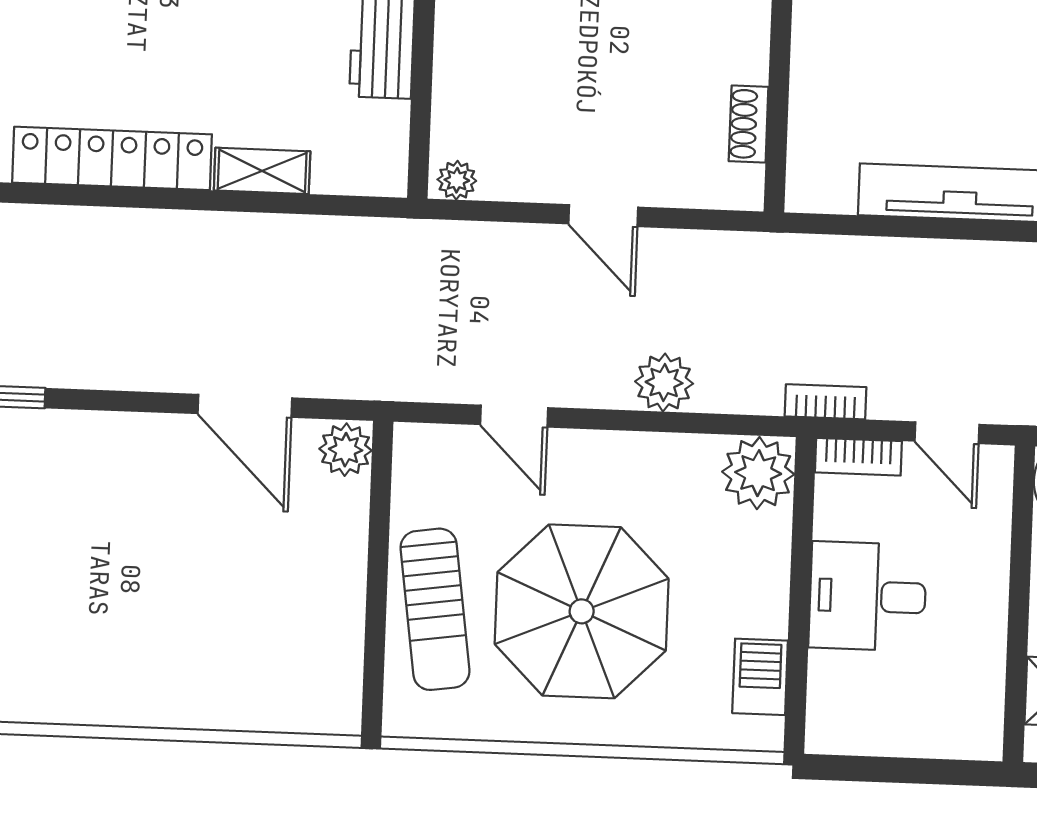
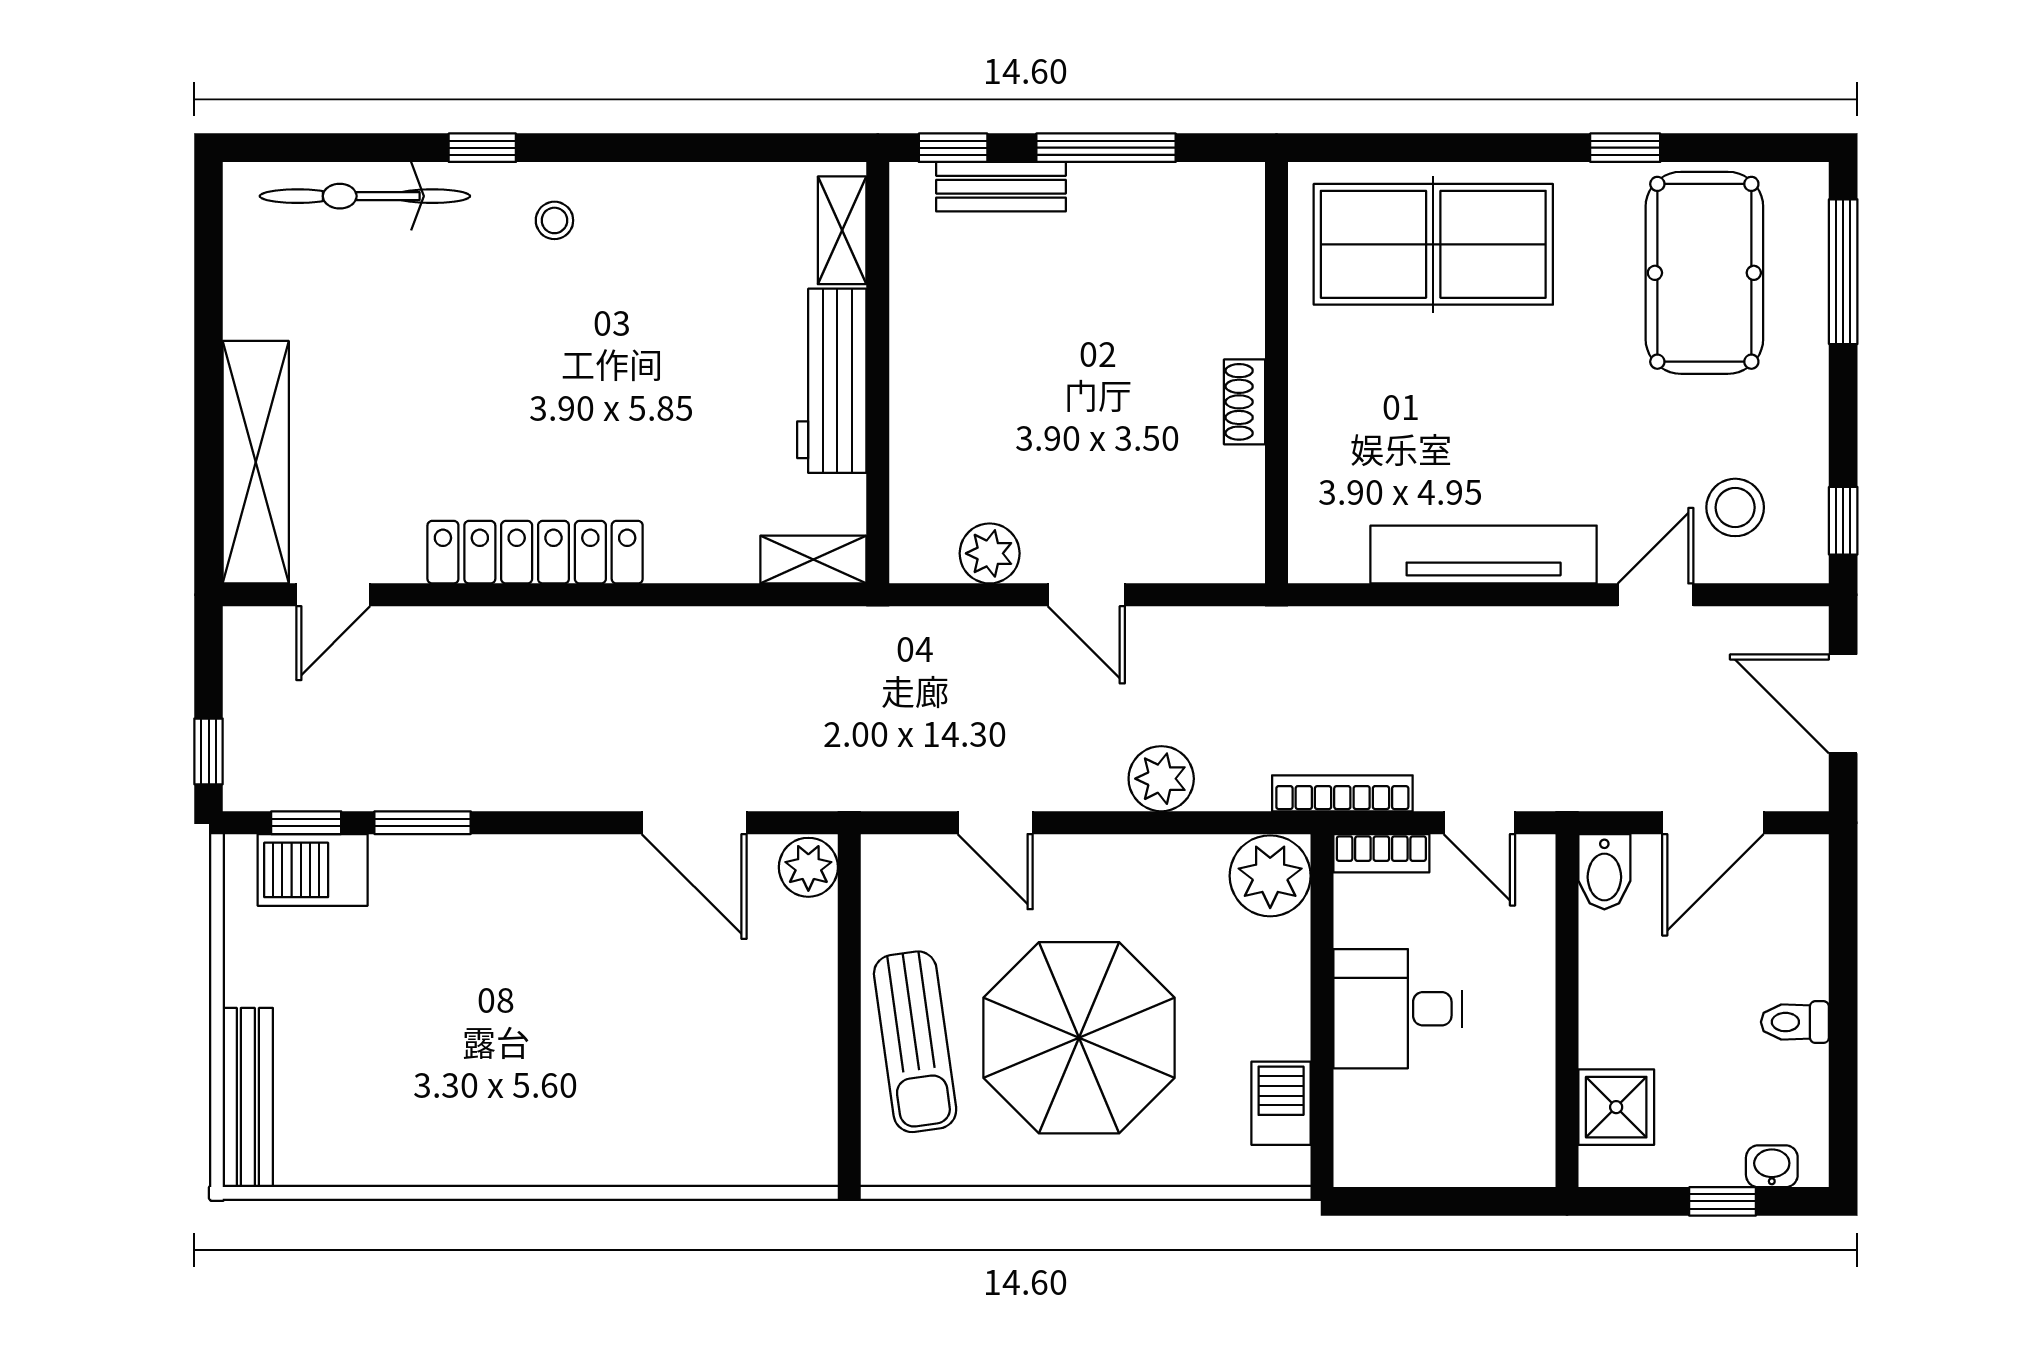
shoe rack: (749, 124) -> (1244, 402), moved
shelving: (262, 171) -> (813, 560), moved
plant: (457, 180) -> (990, 553), moved, width x1.38, depth x1.38
bookcase: (826, 402) -> (1342, 793), width x1.56

